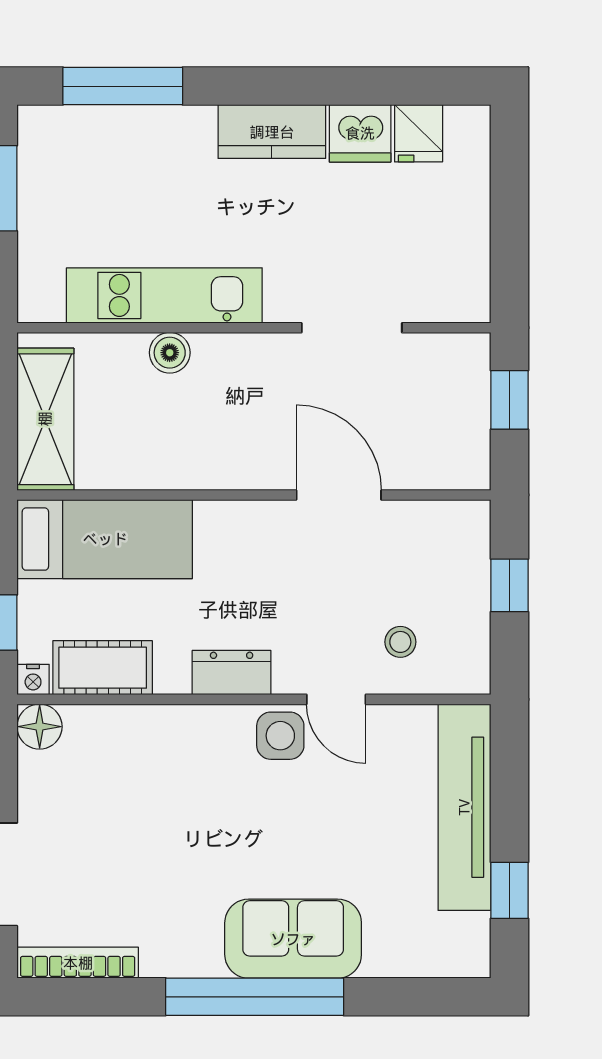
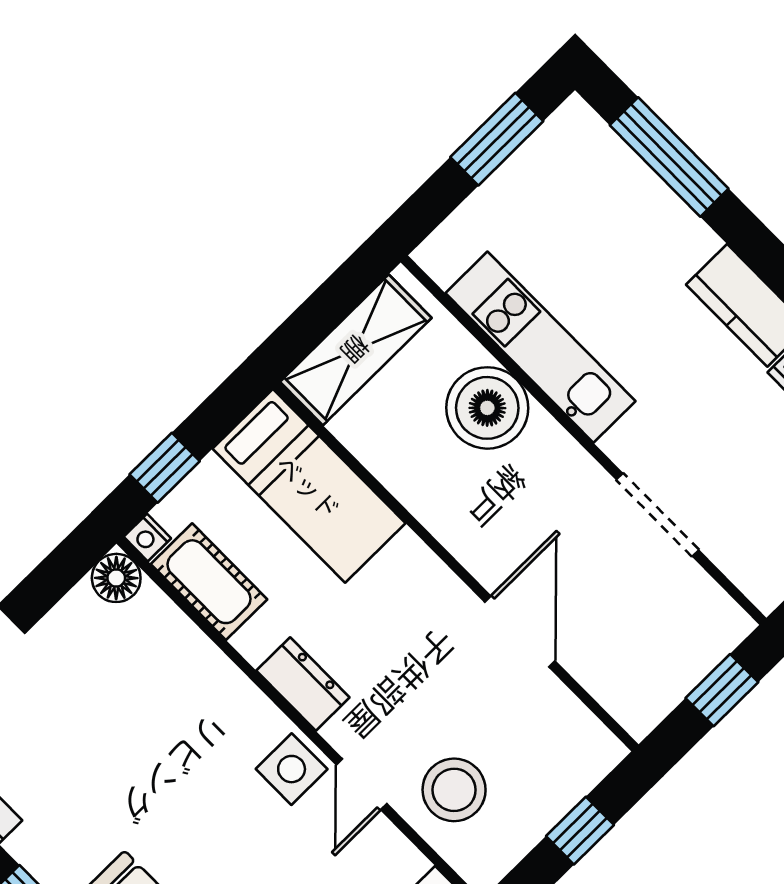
boiler: (170, 353) -> (487, 408), width x1.86, depth x1.86
stool: (400, 642) -> (454, 790), width x1.89, depth x1.89

